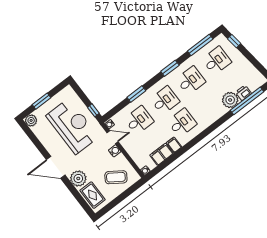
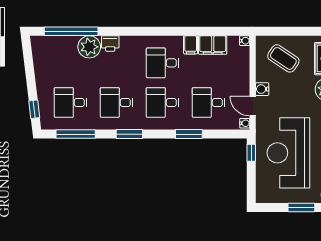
printer: (243, 93) -> (110, 44), moved

